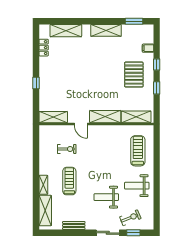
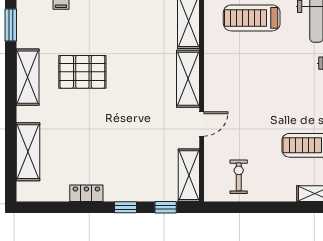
locker: (44, 48) -> (86, 193), moved
pallet: (134, 75) -> (82, 72), moved
window: (36, 105) -> (166, 207), added
exercise bike: (67, 149) -> (239, 177), moved

